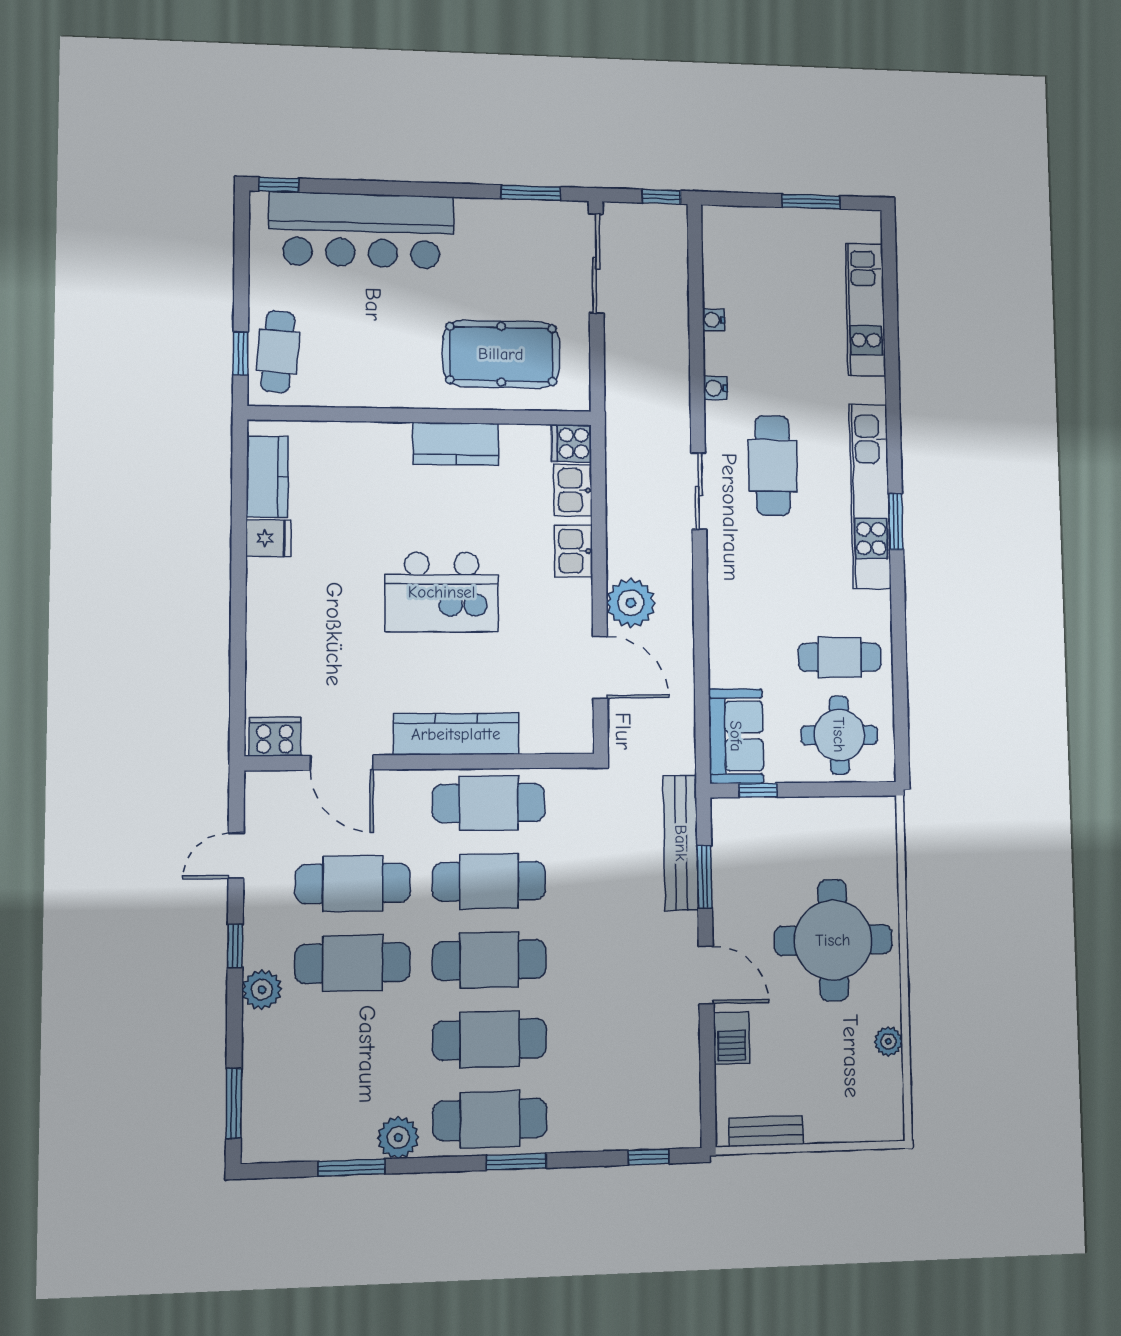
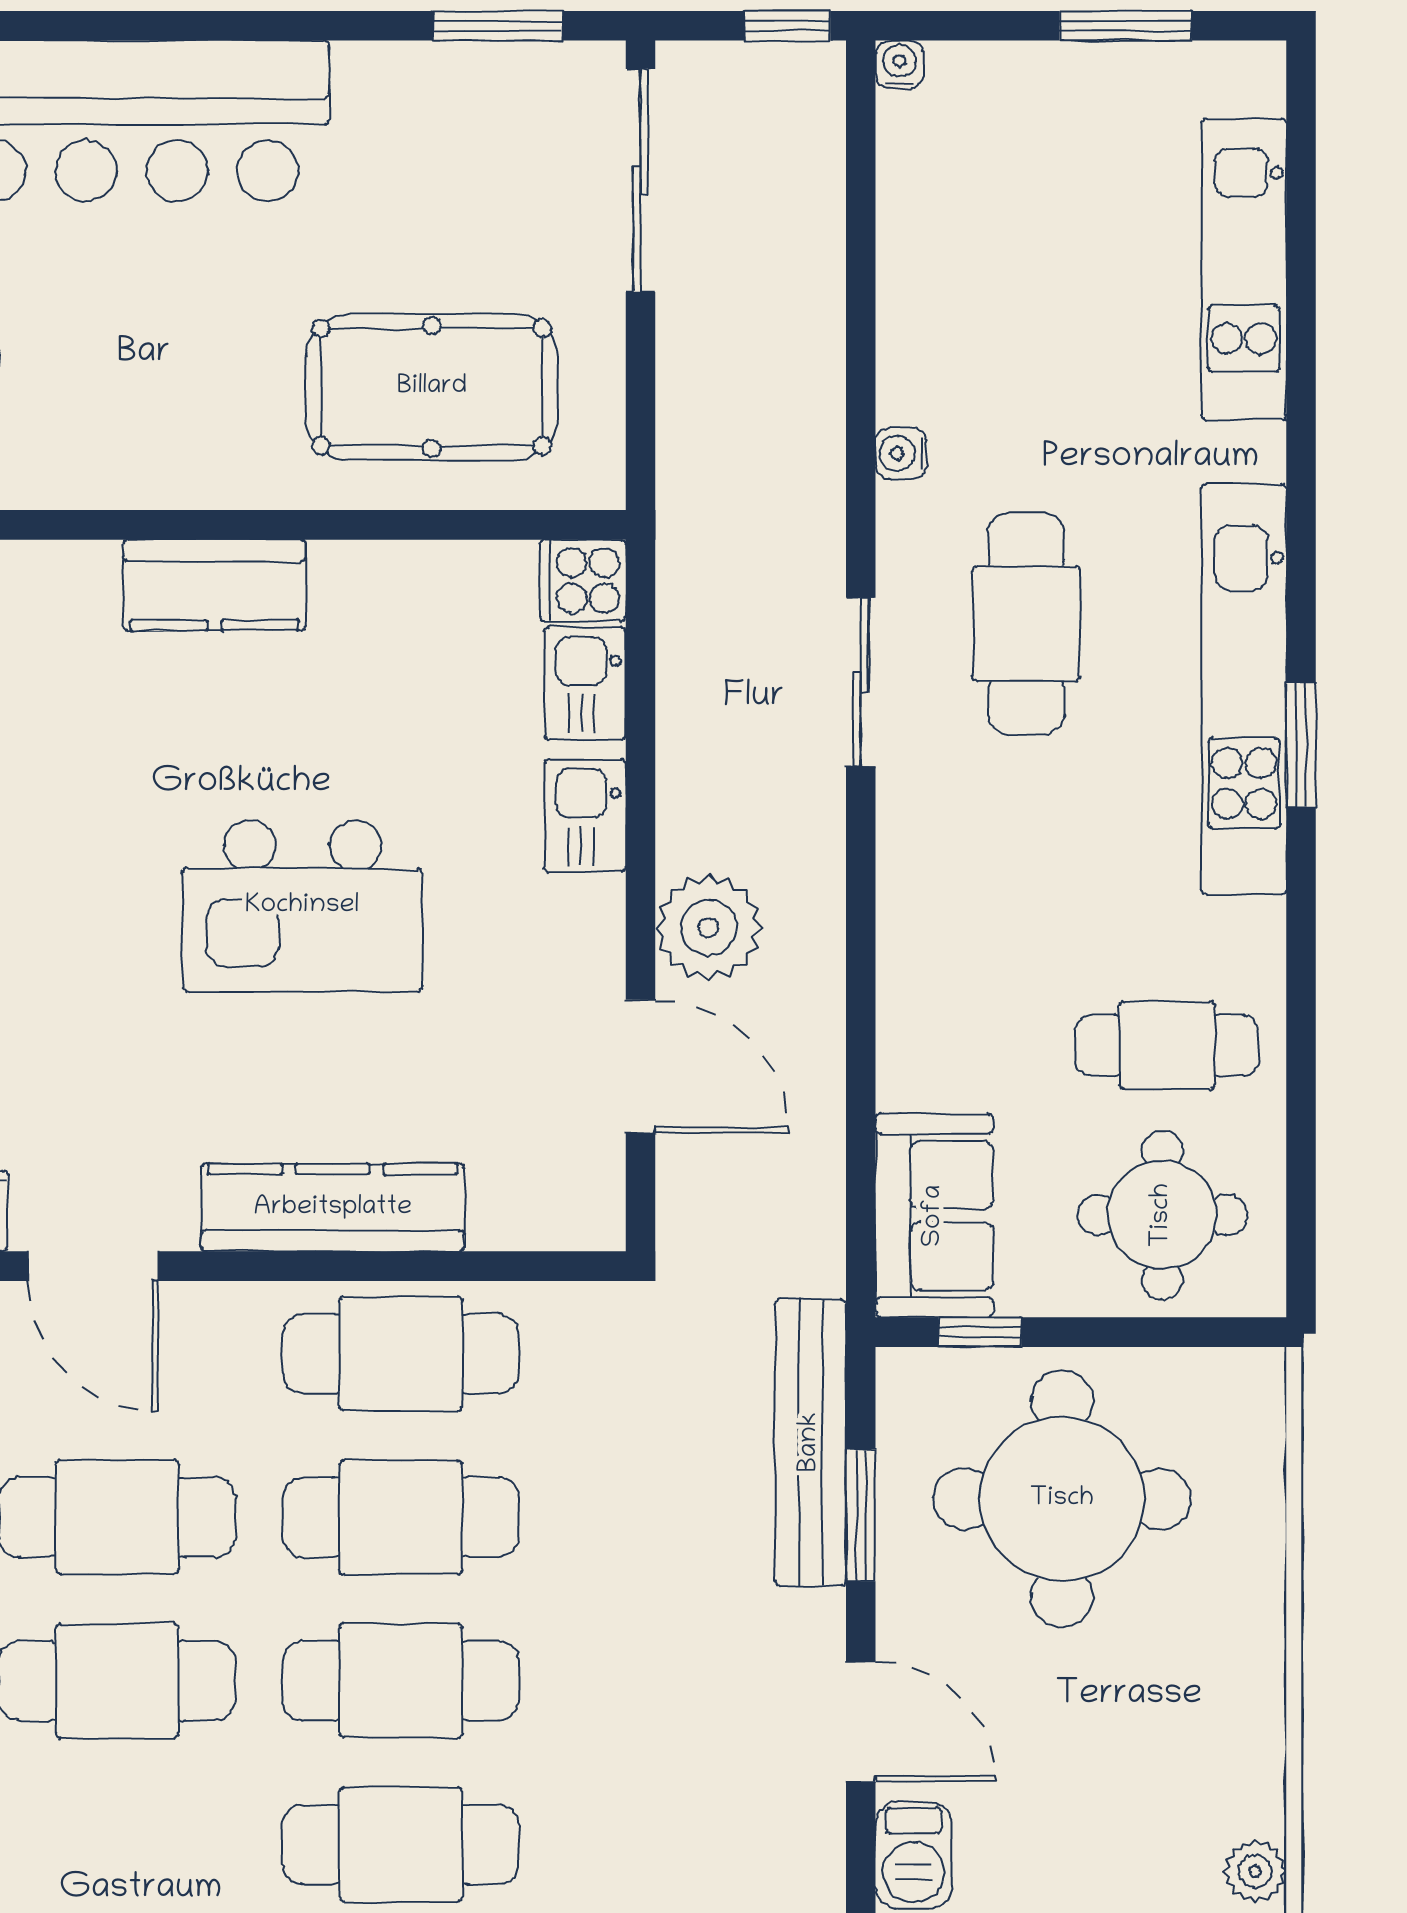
water cooler: (713, 320) -> (899, 64), moved, turned 90
kitchen counter: (456, 444) -> (214, 585), moved
round table: (833, 940) -> (1062, 1499), moved

